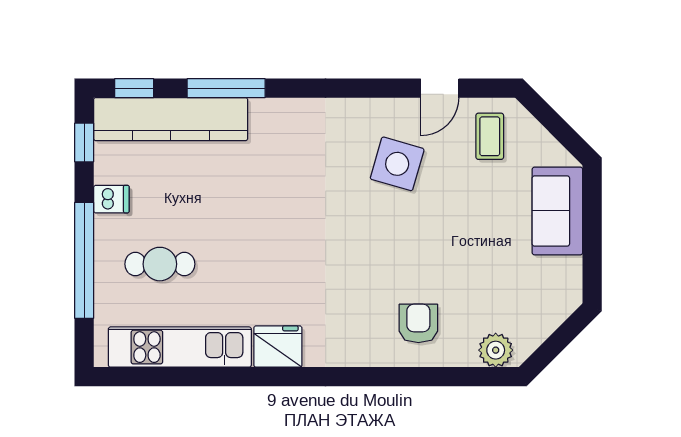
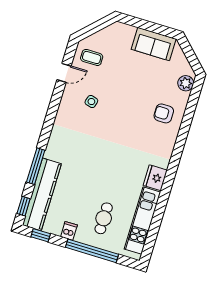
door: (440, 88) -> (64, 73), hinge flipped
side table: (397, 164) -> (91, 102), width x0.54, depth x0.54
sofa: (557, 211) -> (154, 44), moved

